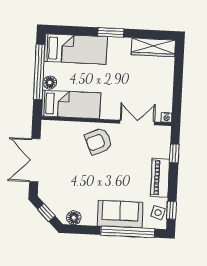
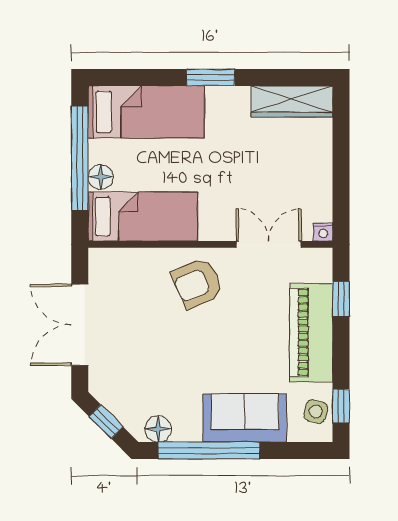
piano: (160, 178) -> (311, 333), width x1.37, depth x1.33
window: (128, 232) -> (209, 450), moved

